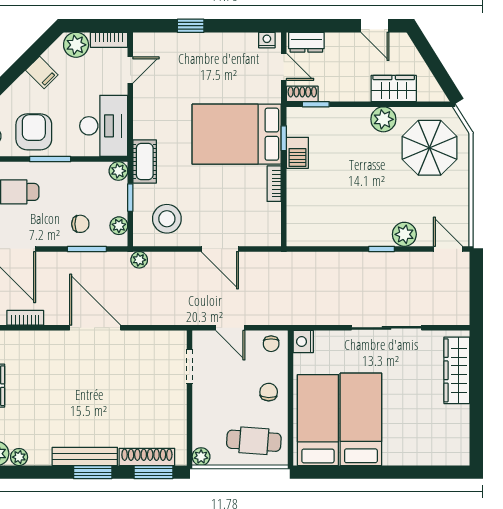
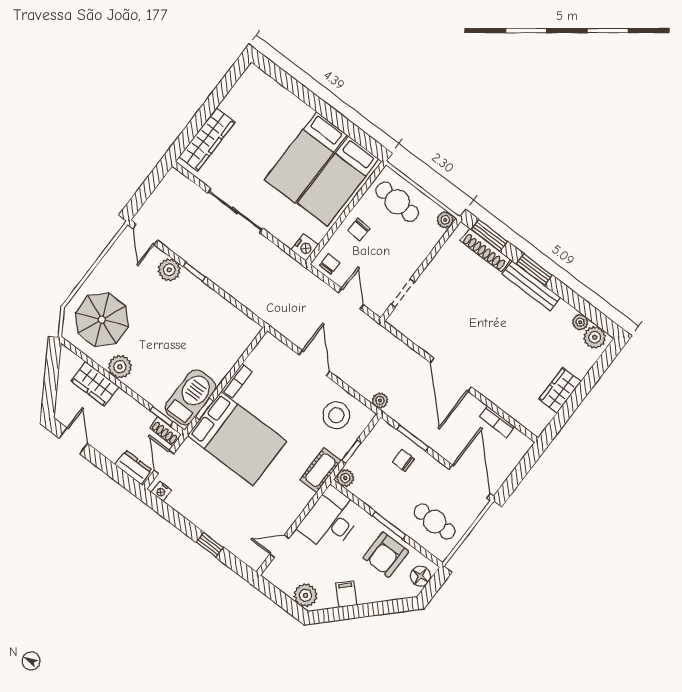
bookcase: (109, 40) -> (278, 580), removed
barbecue: (297, 153) -> (190, 397), width x1.88, depth x1.53
plant: (119, 226) -> (376, 437), removed

